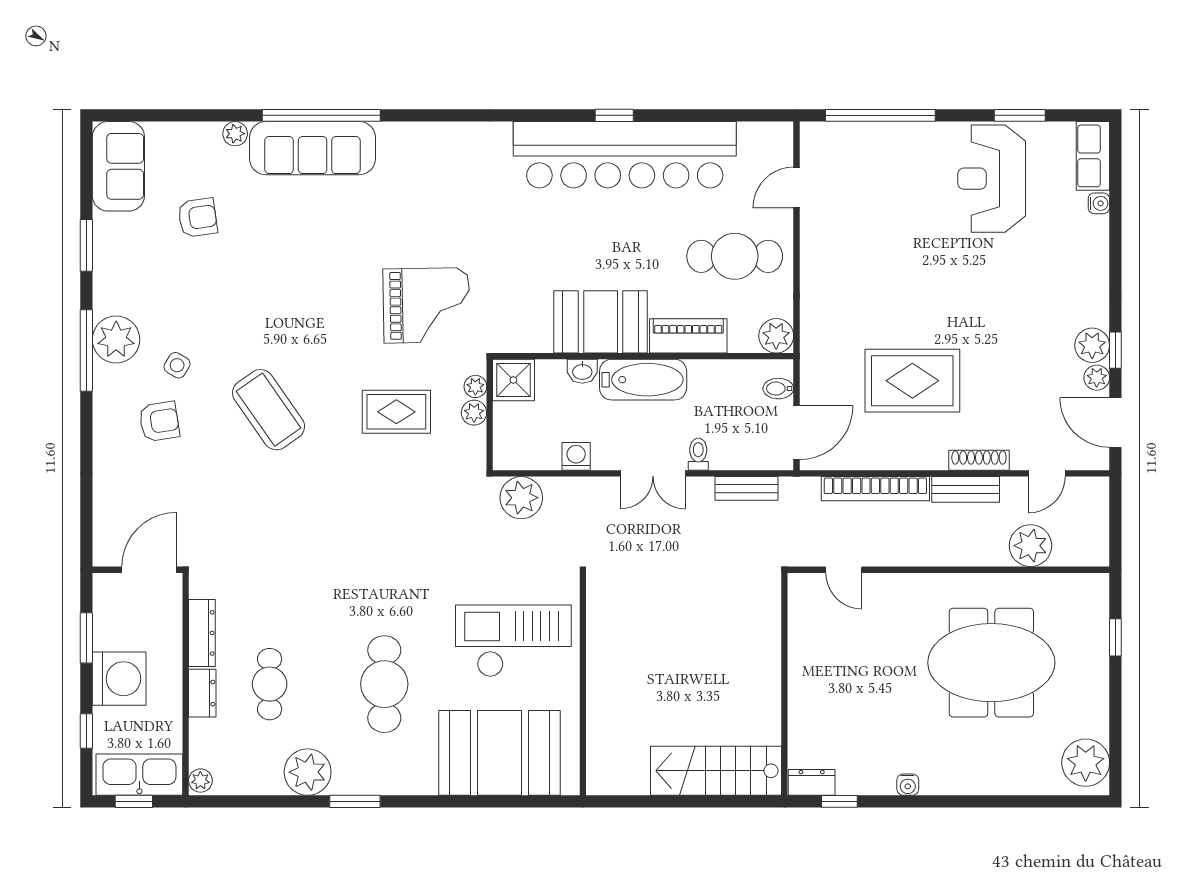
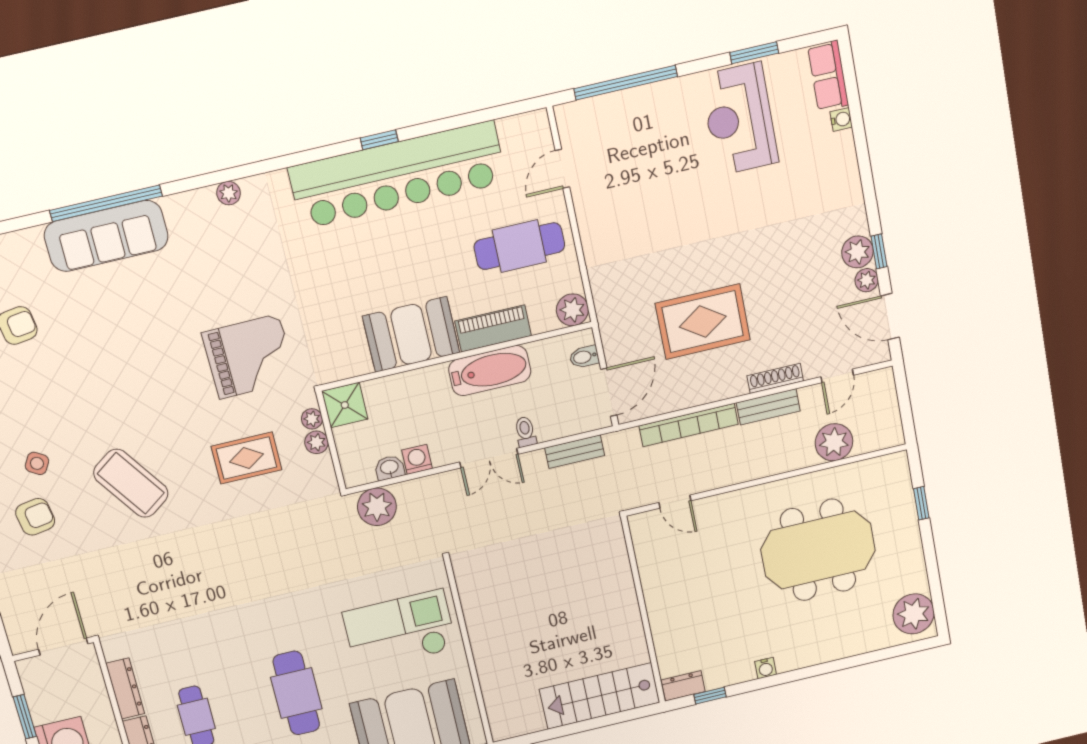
plant: (235, 134) -> (229, 193), moved
washbasin: (582, 371) -> (389, 468), moved, turned 180
bathtub: (643, 380) -> (490, 371), moved

